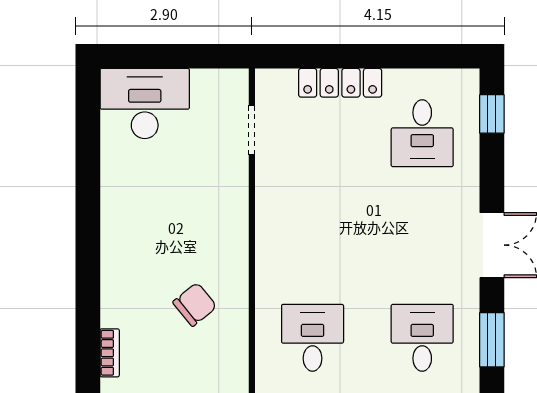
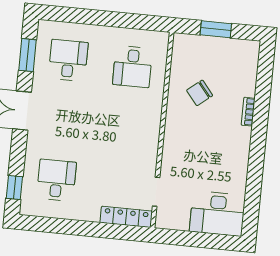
locker: (340, 83) -> (126, 217), moved
desk: (422, 338) -> (68, 60), turned 180
bookcase: (110, 353) -> (248, 112), moved

